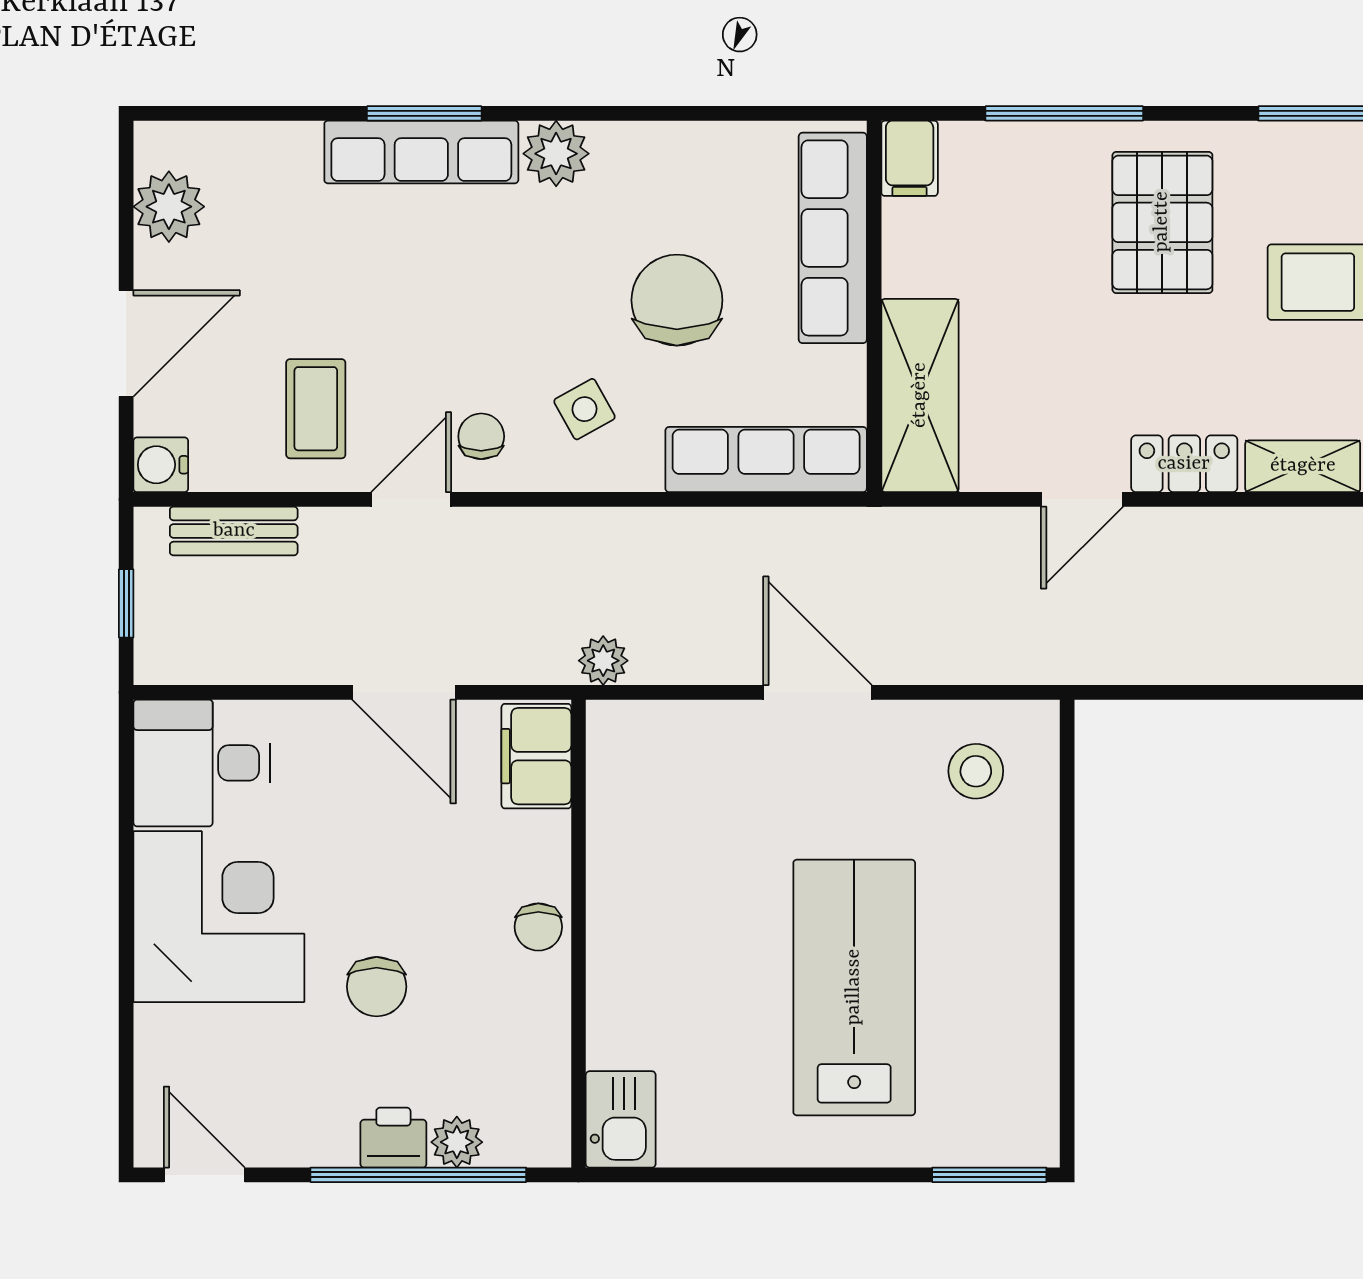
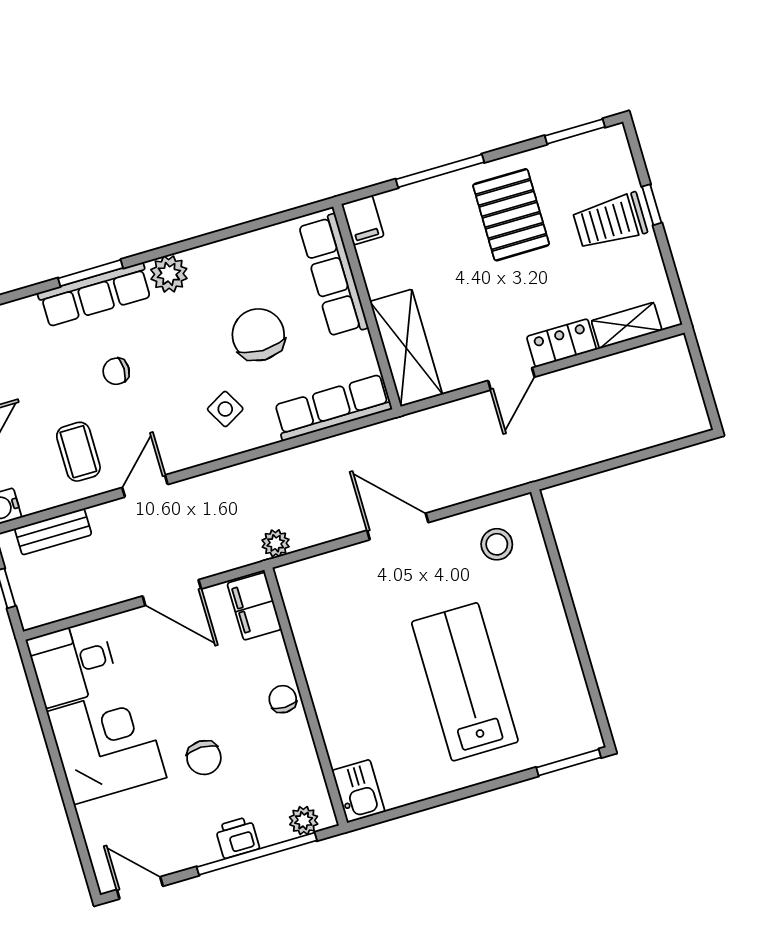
chair: (481, 436) -> (116, 371), moved, turned -90
chair: (538, 927) -> (283, 699), turned 180
plant: (457, 1142) -> (304, 821), moved

